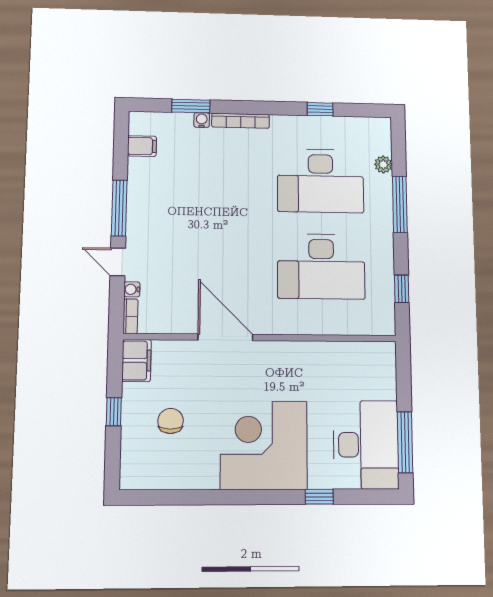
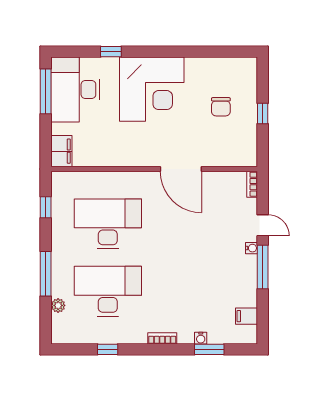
bookcase: (241, 121) -> (162, 338), width x0.64
water cooler: (132, 289) -> (252, 248), moved
filing cabinet: (136, 360) -> (61, 151), moved, turned 180

